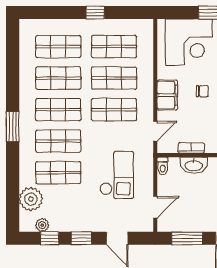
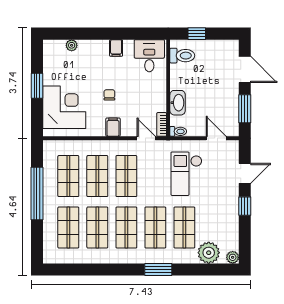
window: (95, 13) -> (37, 194), width x3.17
filing cabinet: (167, 95) -> (113, 127), width x0.50
window: (13, 127) -> (158, 269), moved
bookcase: (191, 148) -> (162, 124), moved
checkout: (117, 175) -> (186, 174), turned -90
plant: (42, 225) -> (233, 257), moved
window: (50, 238) -> (245, 235), removed

